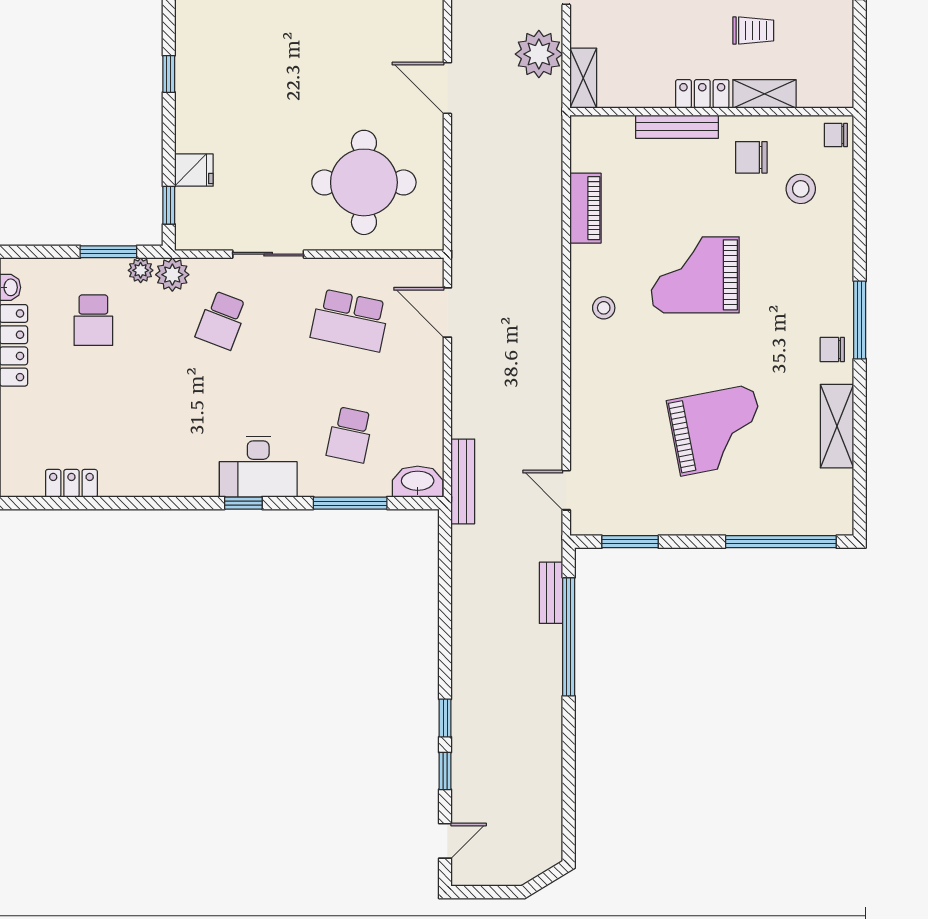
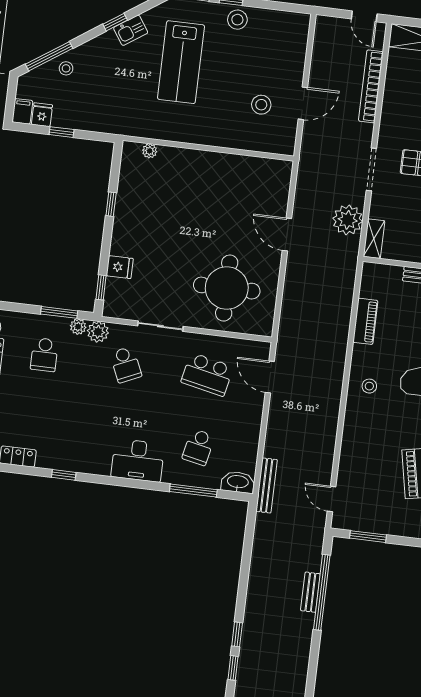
school desk: (222, 320) -> (126, 365), turned -45
window: (243, 503) -> (64, 475), moved
bench: (551, 593) -> (310, 592), moved

